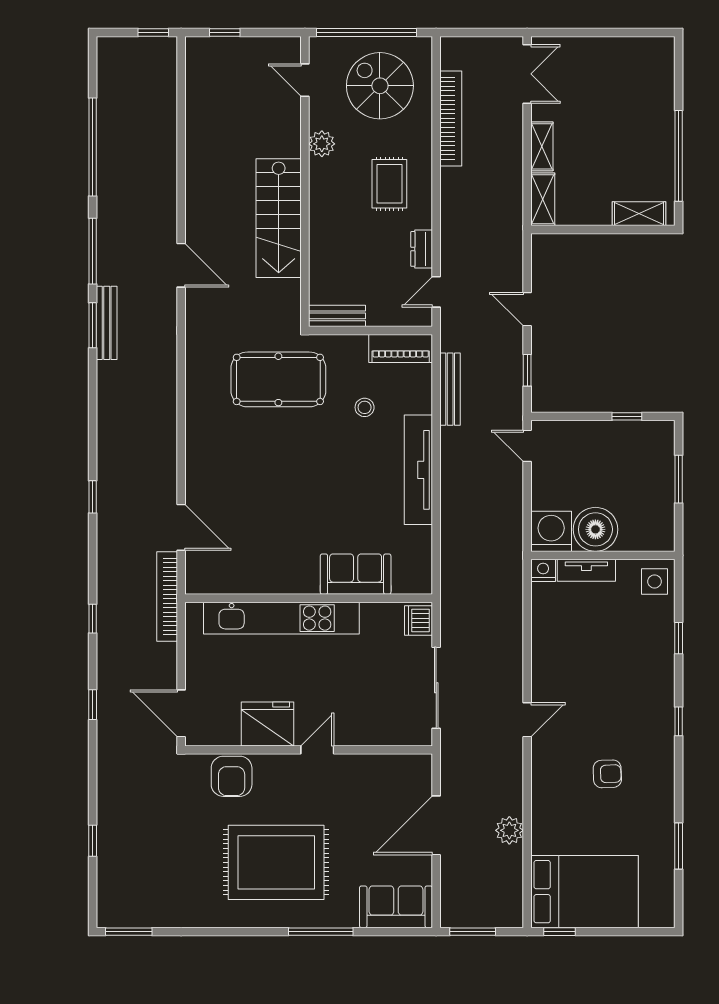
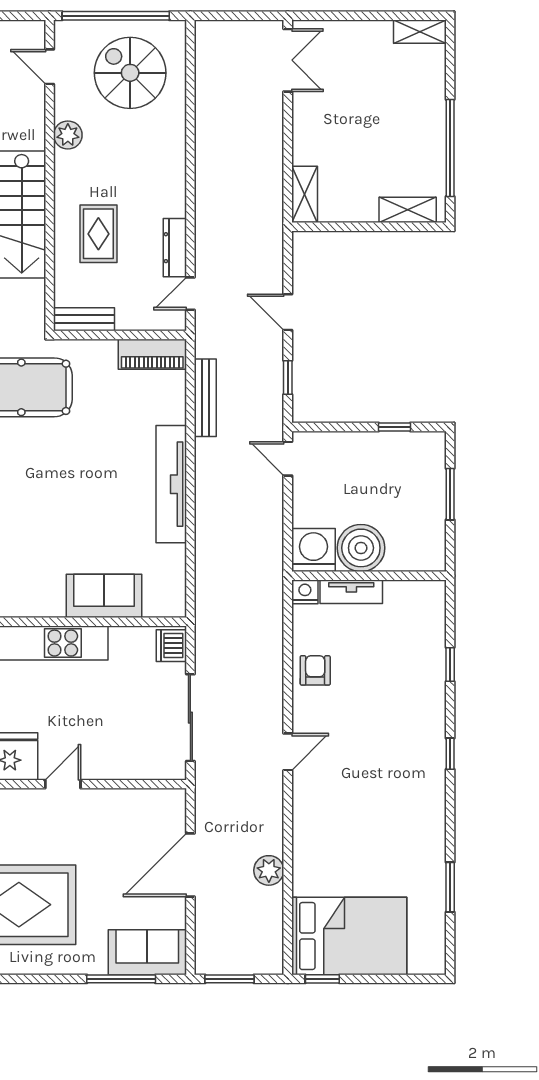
bookcase: (451, 118) -> (206, 108), removed
shelving: (542, 146) -> (420, 32), moved, turned 90
rug: (389, 184) -> (98, 234), moved
dresser: (422, 249) -> (175, 248), width x1.44
stool: (365, 407) -> (114, 417), removed
side table: (655, 581) -> (424, 604), removed
armchair: (607, 774) -> (315, 670), moved, turned -88
window: (321, 932) -> (121, 979), moved

